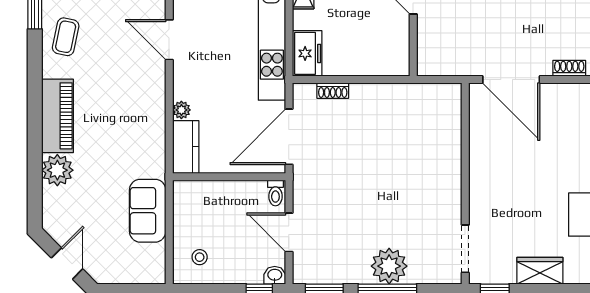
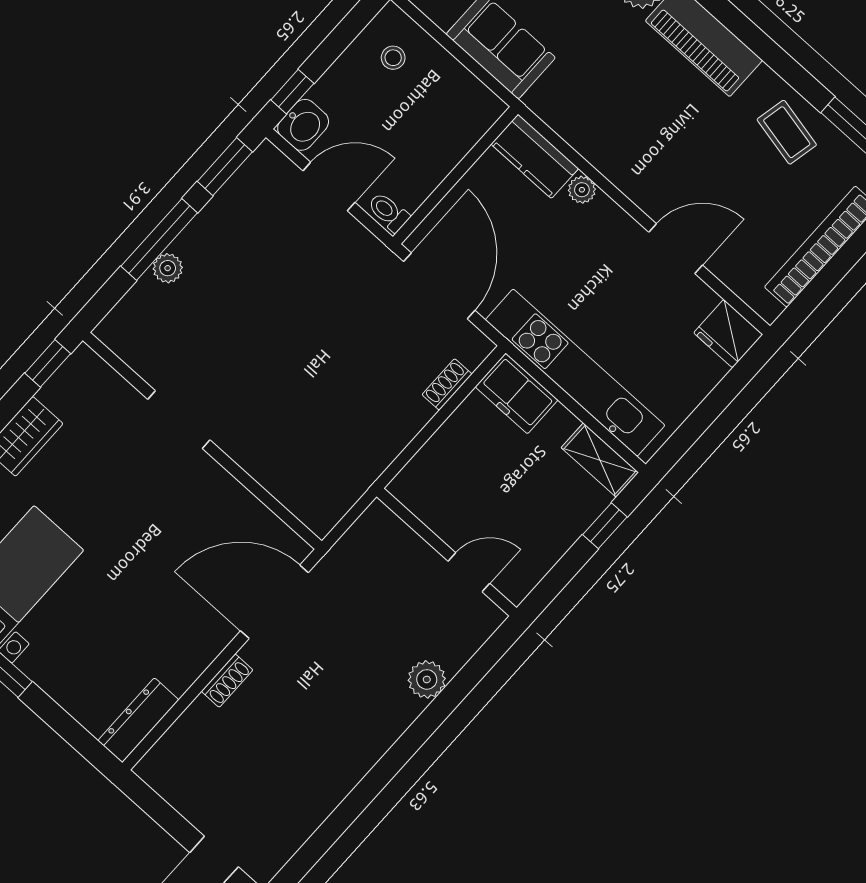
doorway: (465, 249) -> (179, 420), moved
plant: (389, 266) -> (168, 268), width x0.53, depth x0.53
washbasin: (275, 275) -> (303, 125), width x1.38, depth x1.45

